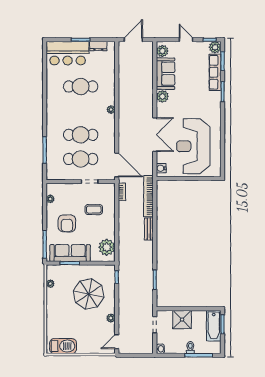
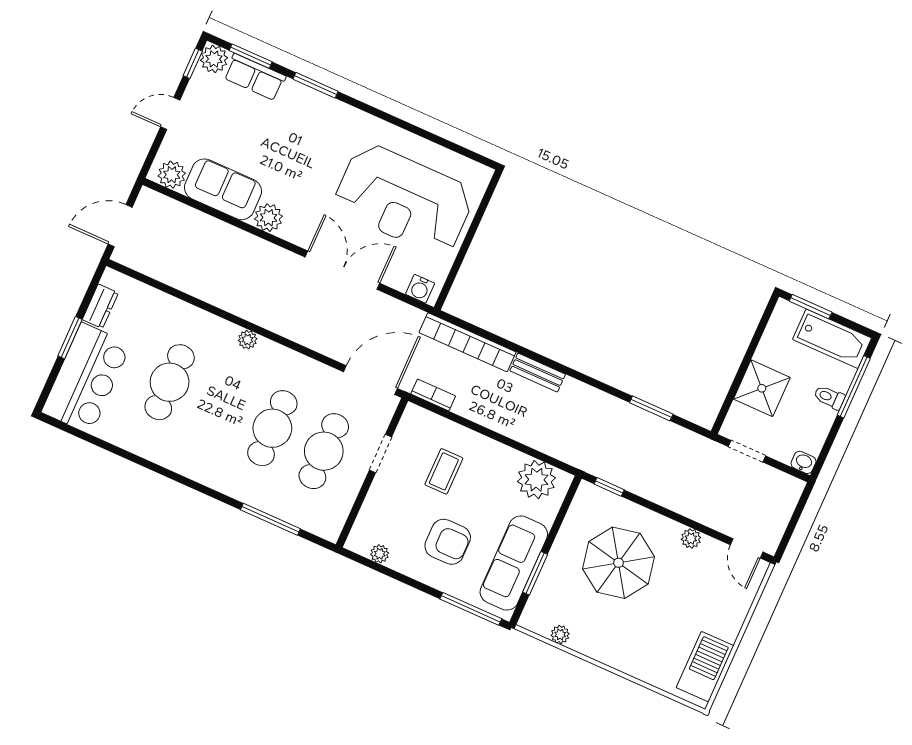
door: (133, 40) -> (120, 226), hinge flipped
row of seats: (215, 72) -> (255, 77), width x0.68
bathtub: (214, 326) -> (832, 339), moved

